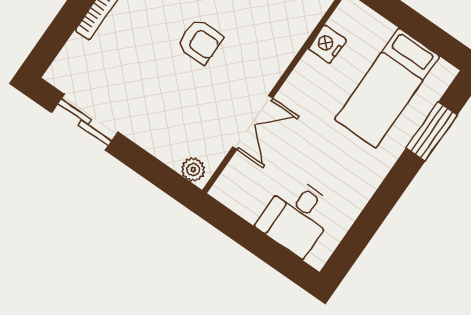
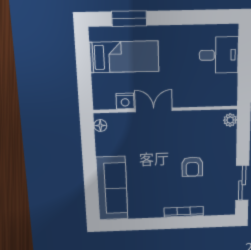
armchair: (200, 41) -> (192, 167), moved, turned 180
double door: (253, 122) -> (154, 110), moved

